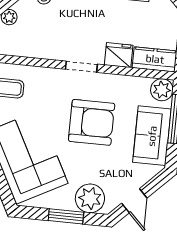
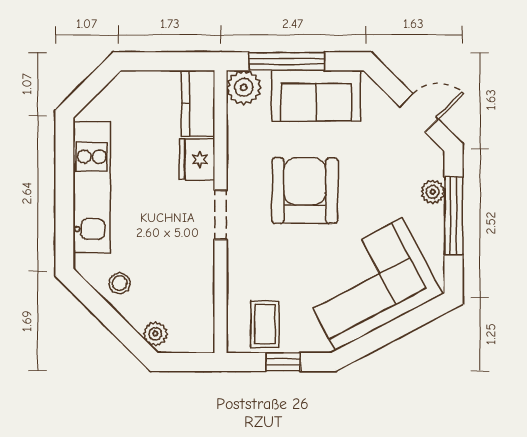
plant: (90, 198) -> (433, 192), width x0.53, depth x0.53
window: (66, 216) -> (453, 216), width x1.44

